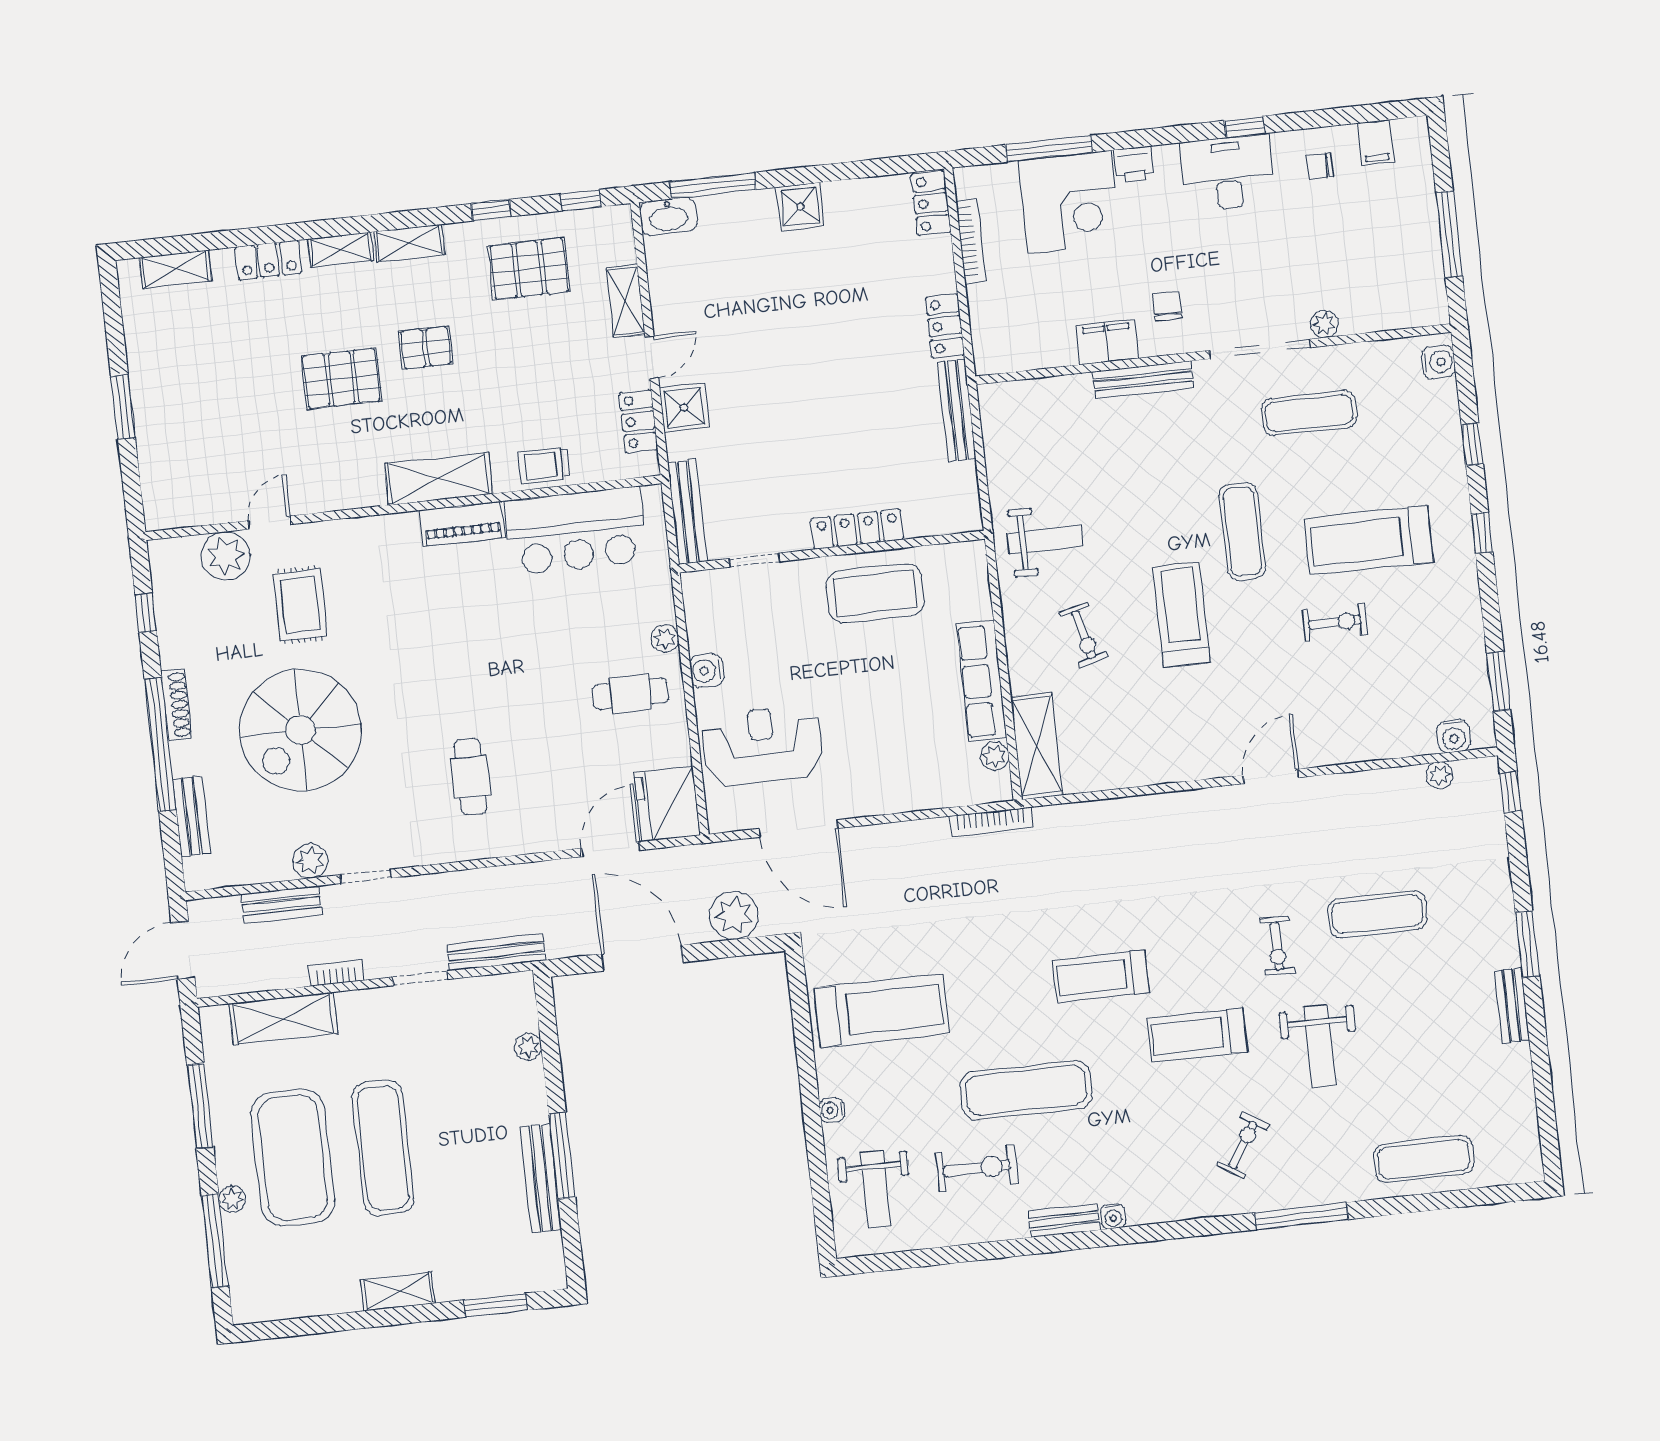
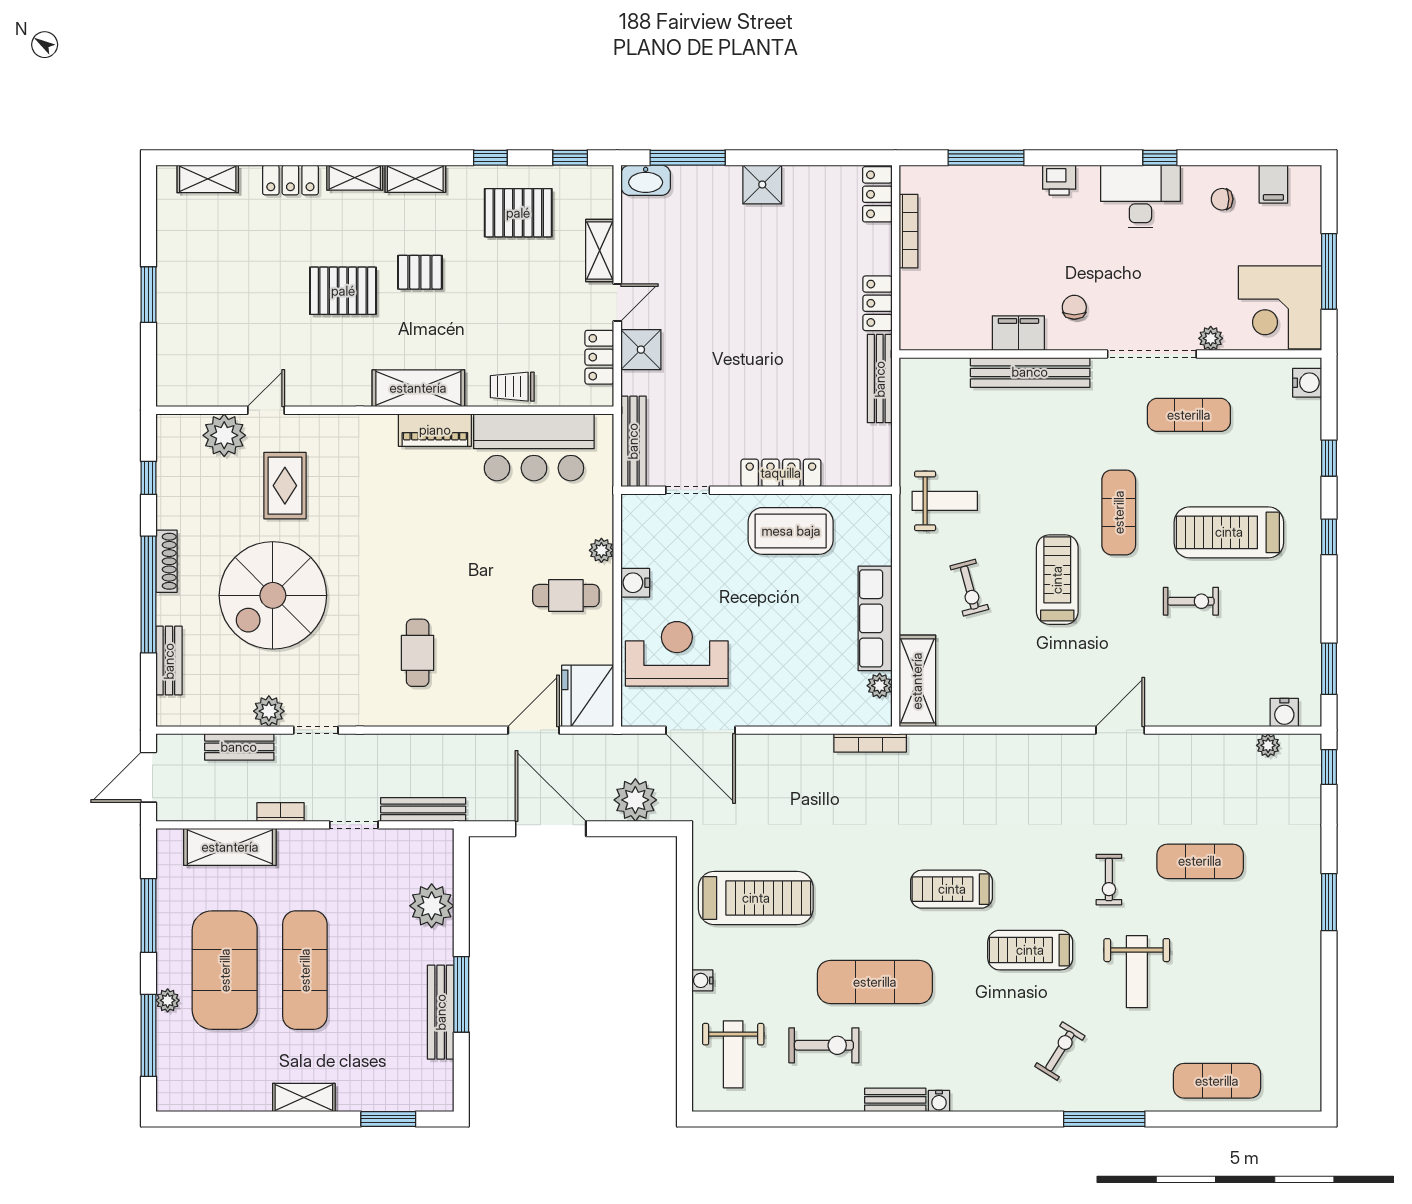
corner desk: (1069, 202) -> (1280, 307), moved, turned 90
bench: (1143, 380) -> (1030, 372), width x1.37, depth x1.21
bench: (1512, 1006) -> (1309, 955), removed
plant: (528, 1047) -> (432, 906), width x1.88, depth x1.88

